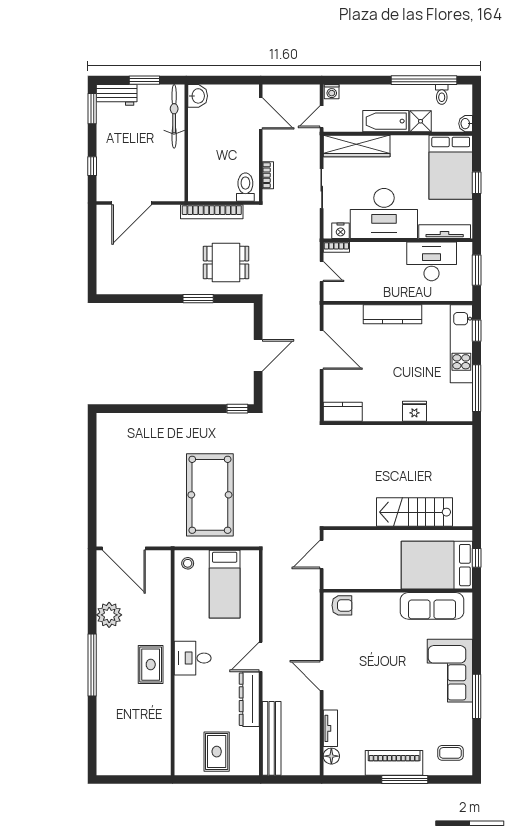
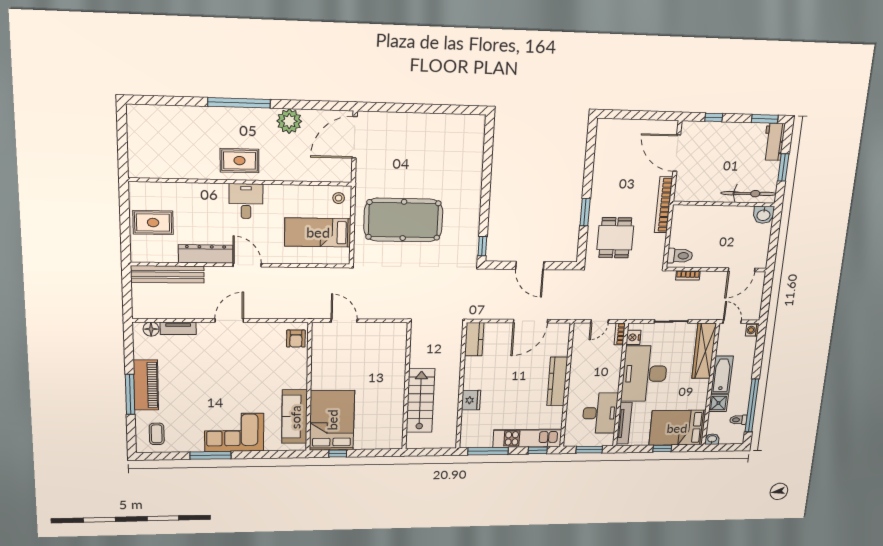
bookcase: (212, 212) -> (664, 205), moved
stairs: (415, 512) -> (420, 401), moved
wall: (398, 528) -> (407, 387), moved

